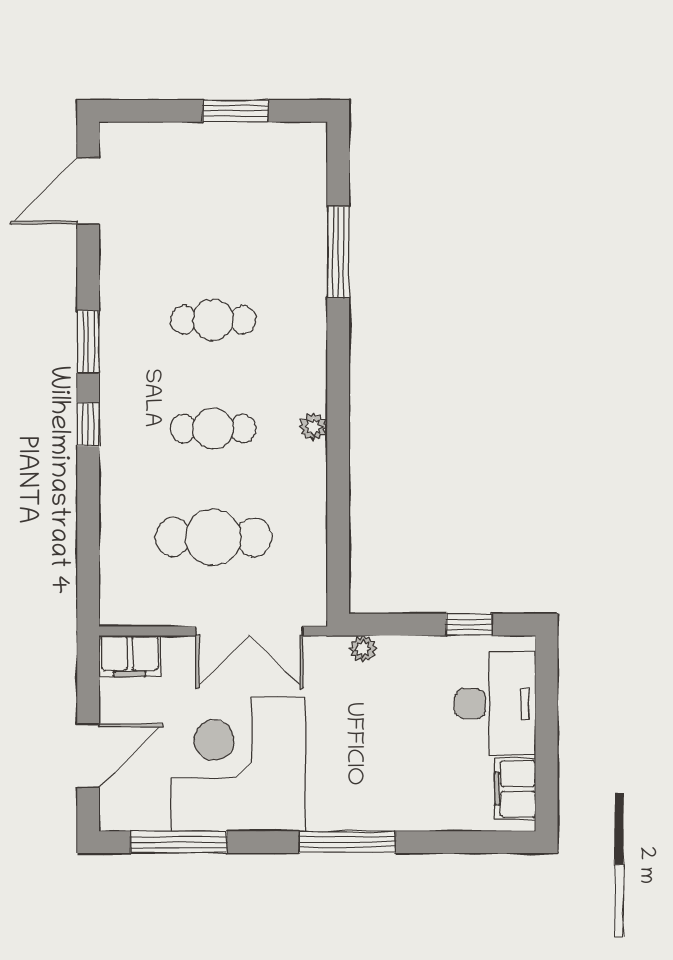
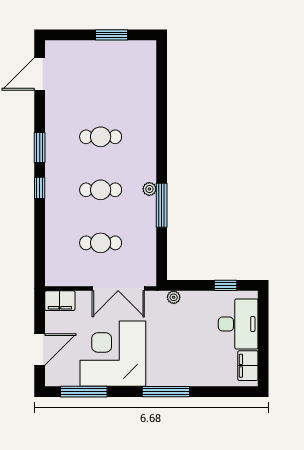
window: (338, 252) -> (162, 205), moved
cafe table: (213, 537) -> (101, 243), width x0.73, depth x0.74

